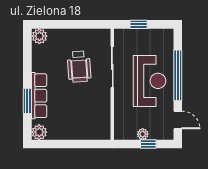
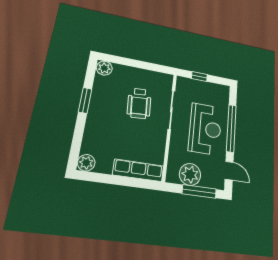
row of seats: (39, 96) -> (138, 170), moved, turned -90
window: (27, 101) -> (85, 100), moved
plant: (143, 134) -> (190, 174), width x1.87, depth x1.87
window: (148, 144) -> (199, 191), width x2.17

